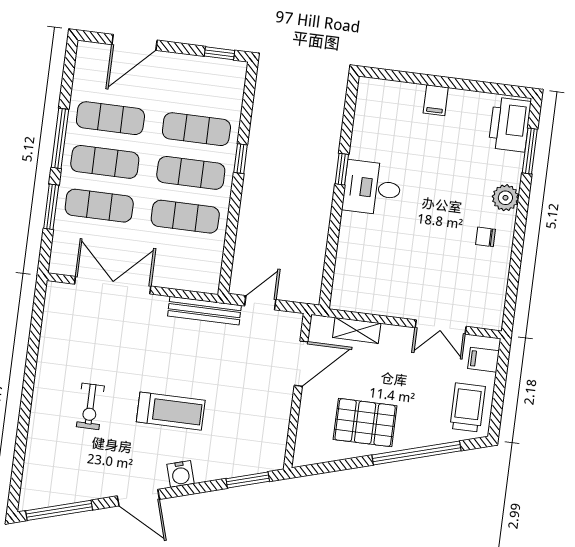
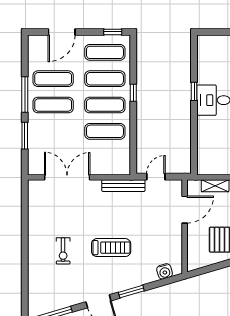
exercise mat: (99, 206) -> (105, 52), moved
water cooler: (181, 474) -> (165, 271), moved
window: (248, 480) -> (131, 292), moved

